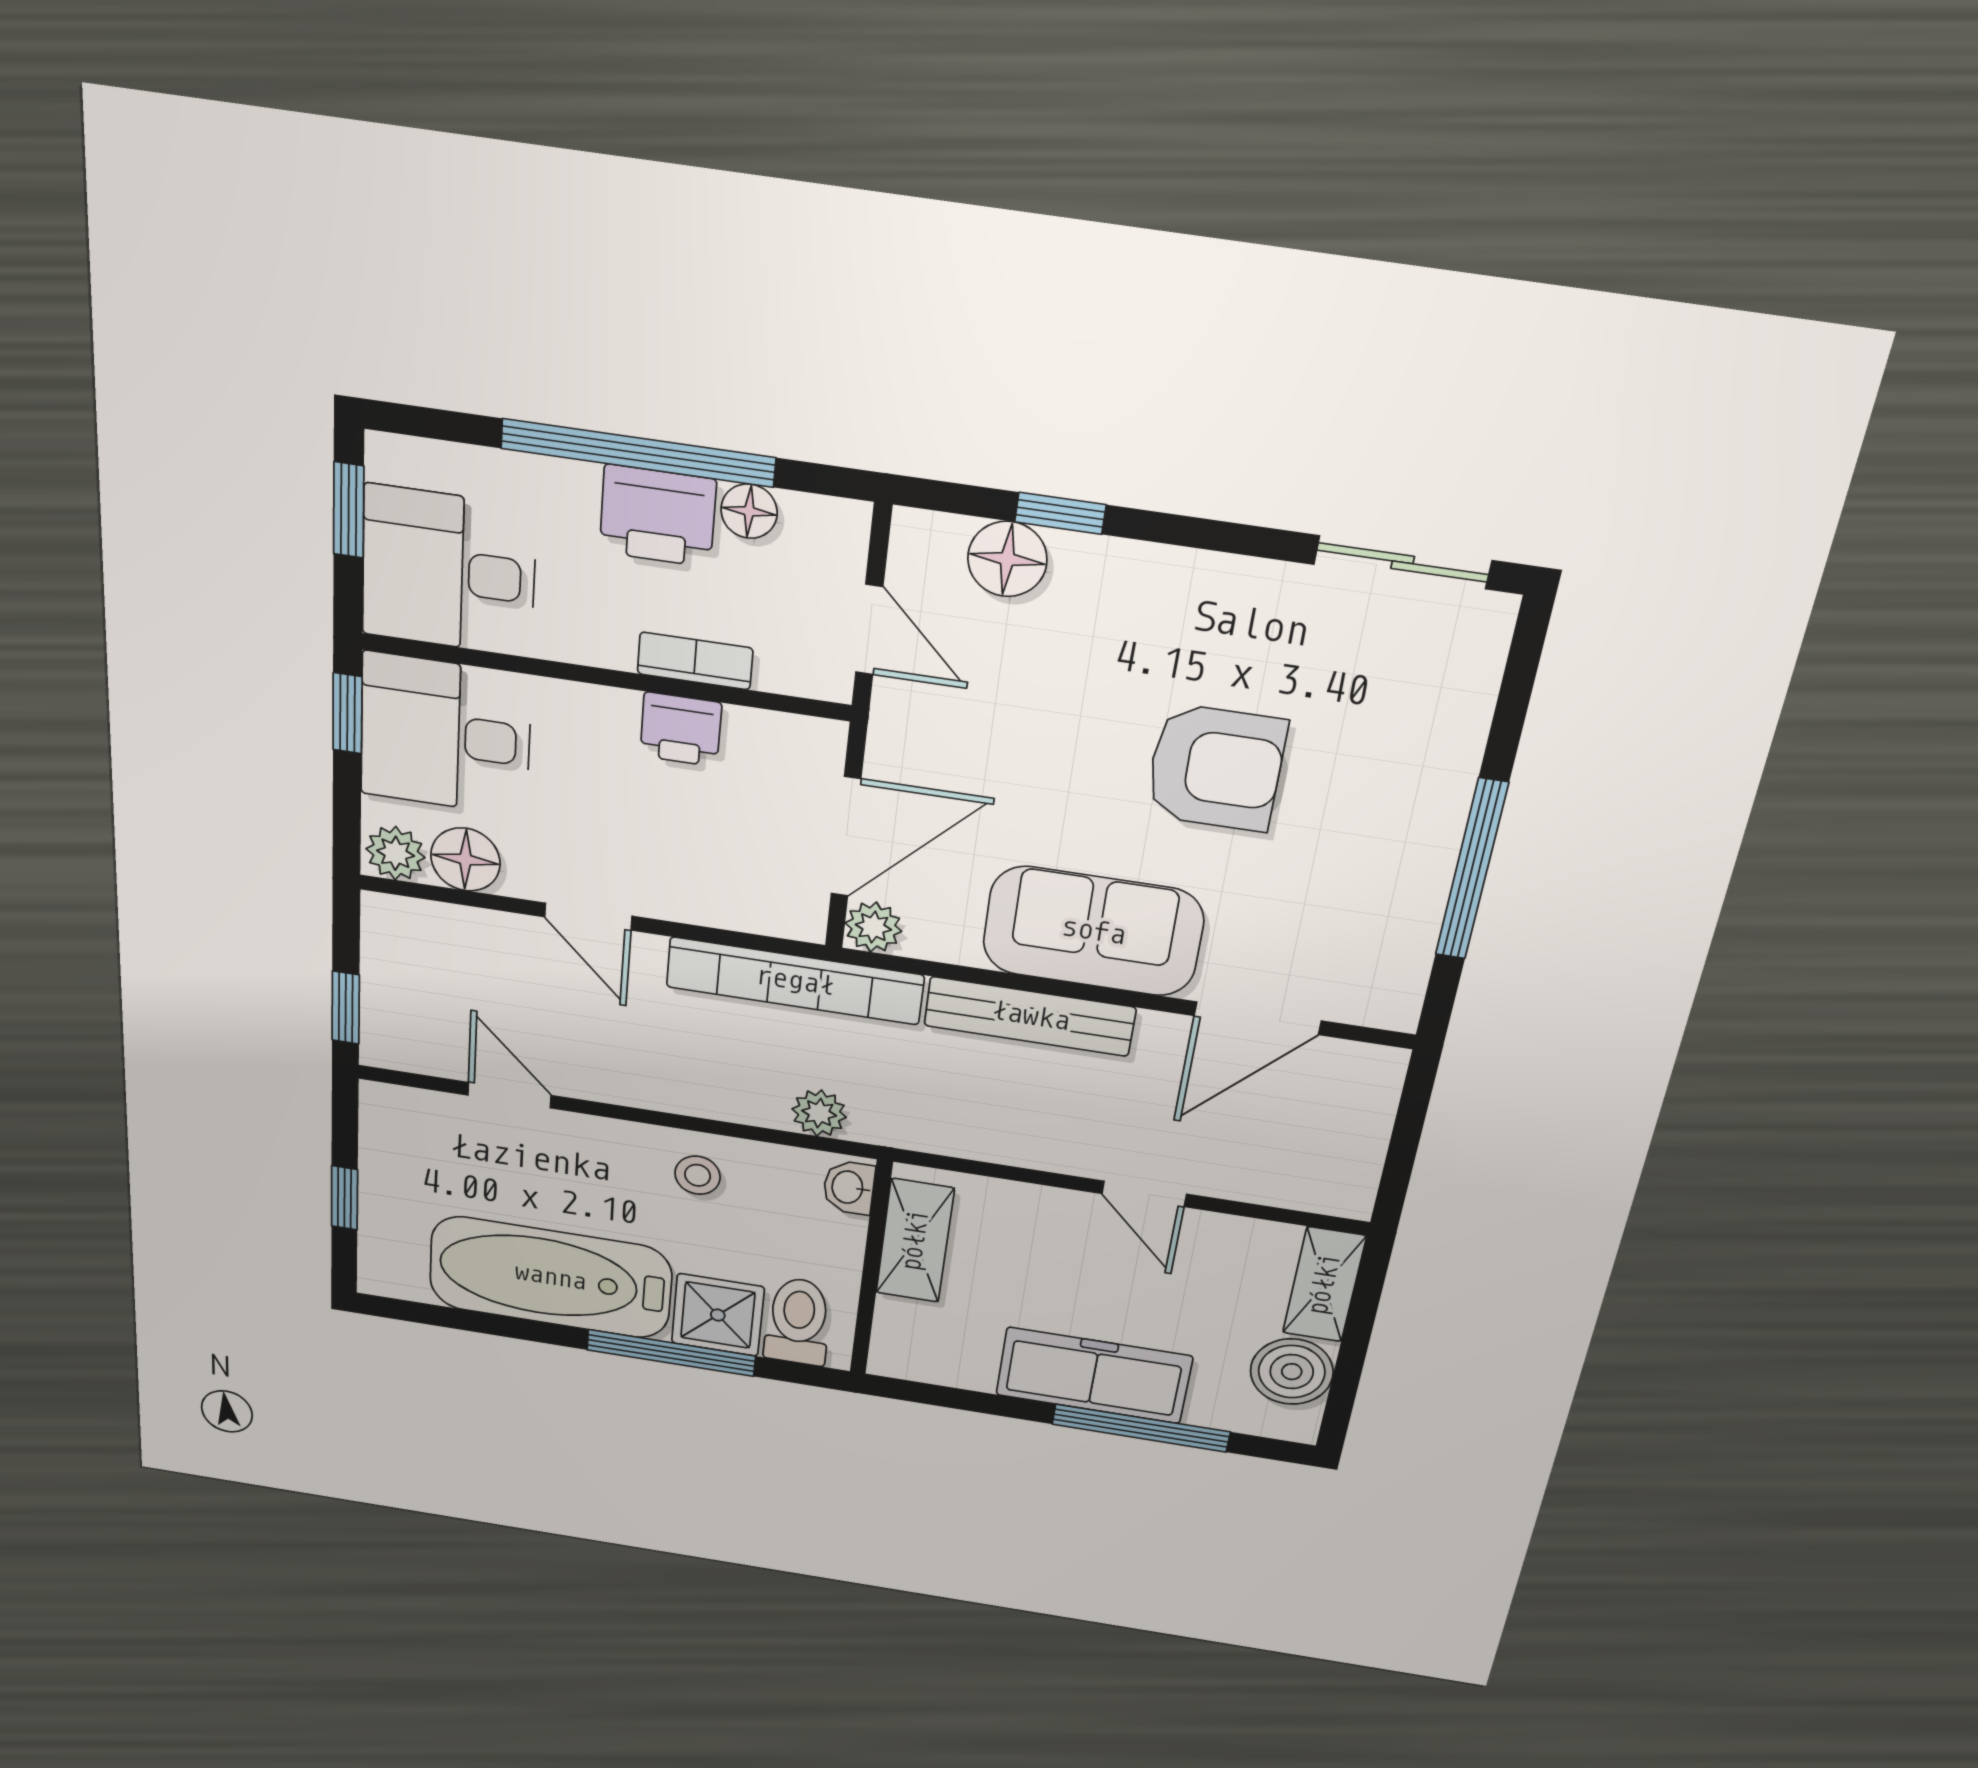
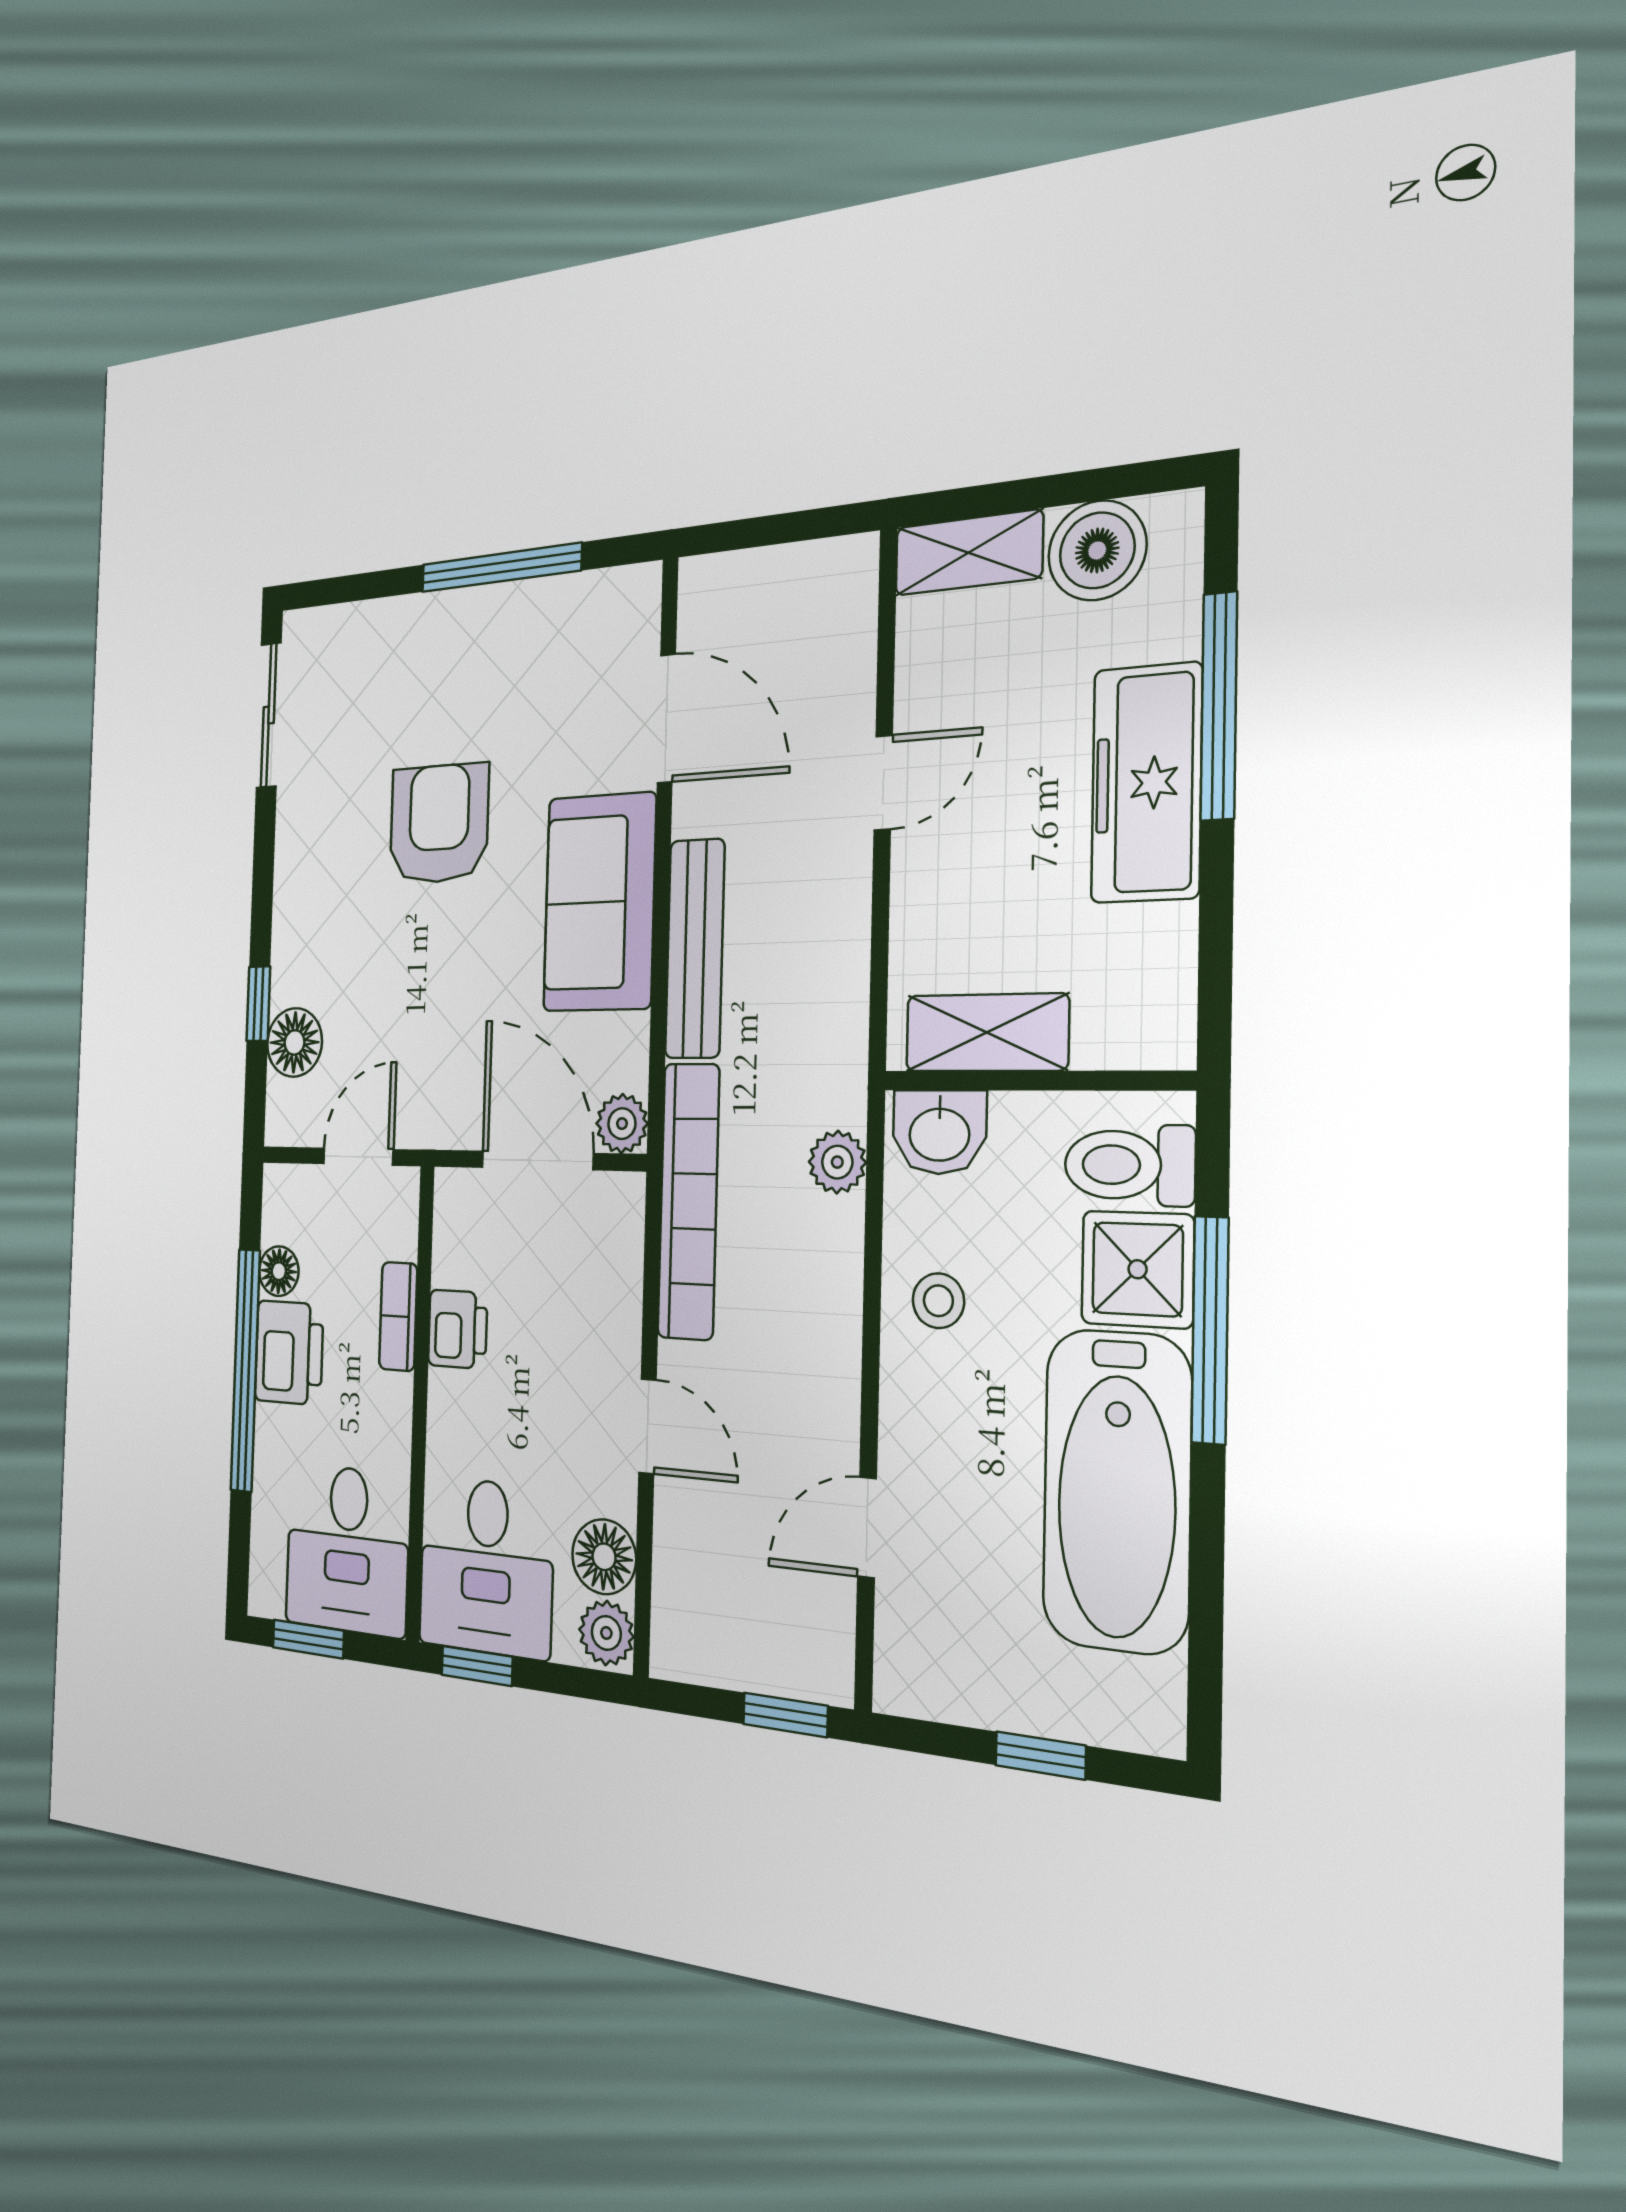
door: (588, 917) -> (647, 1426), hinge flipped
washbasin: (849, 1187) -> (939, 1132), width x1.38, depth x1.45

